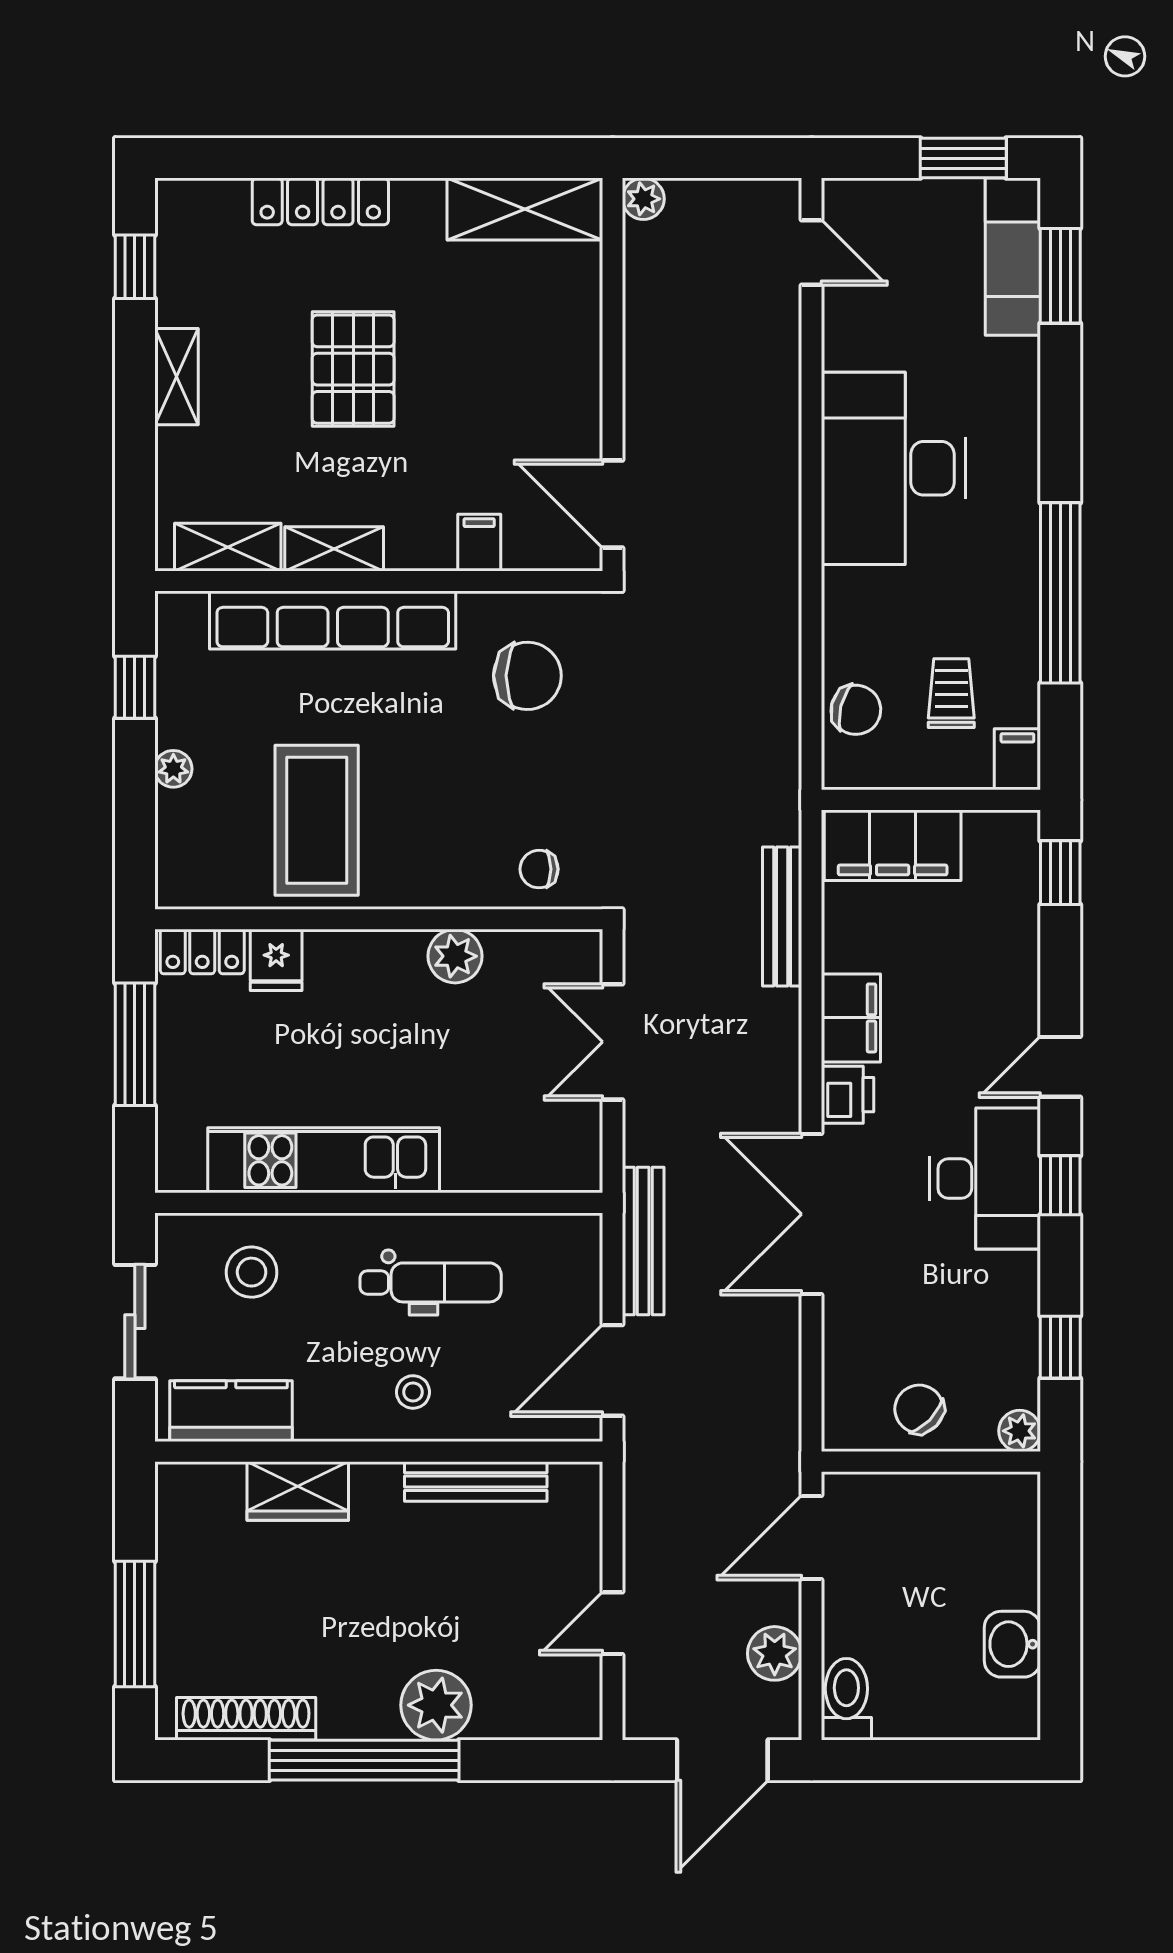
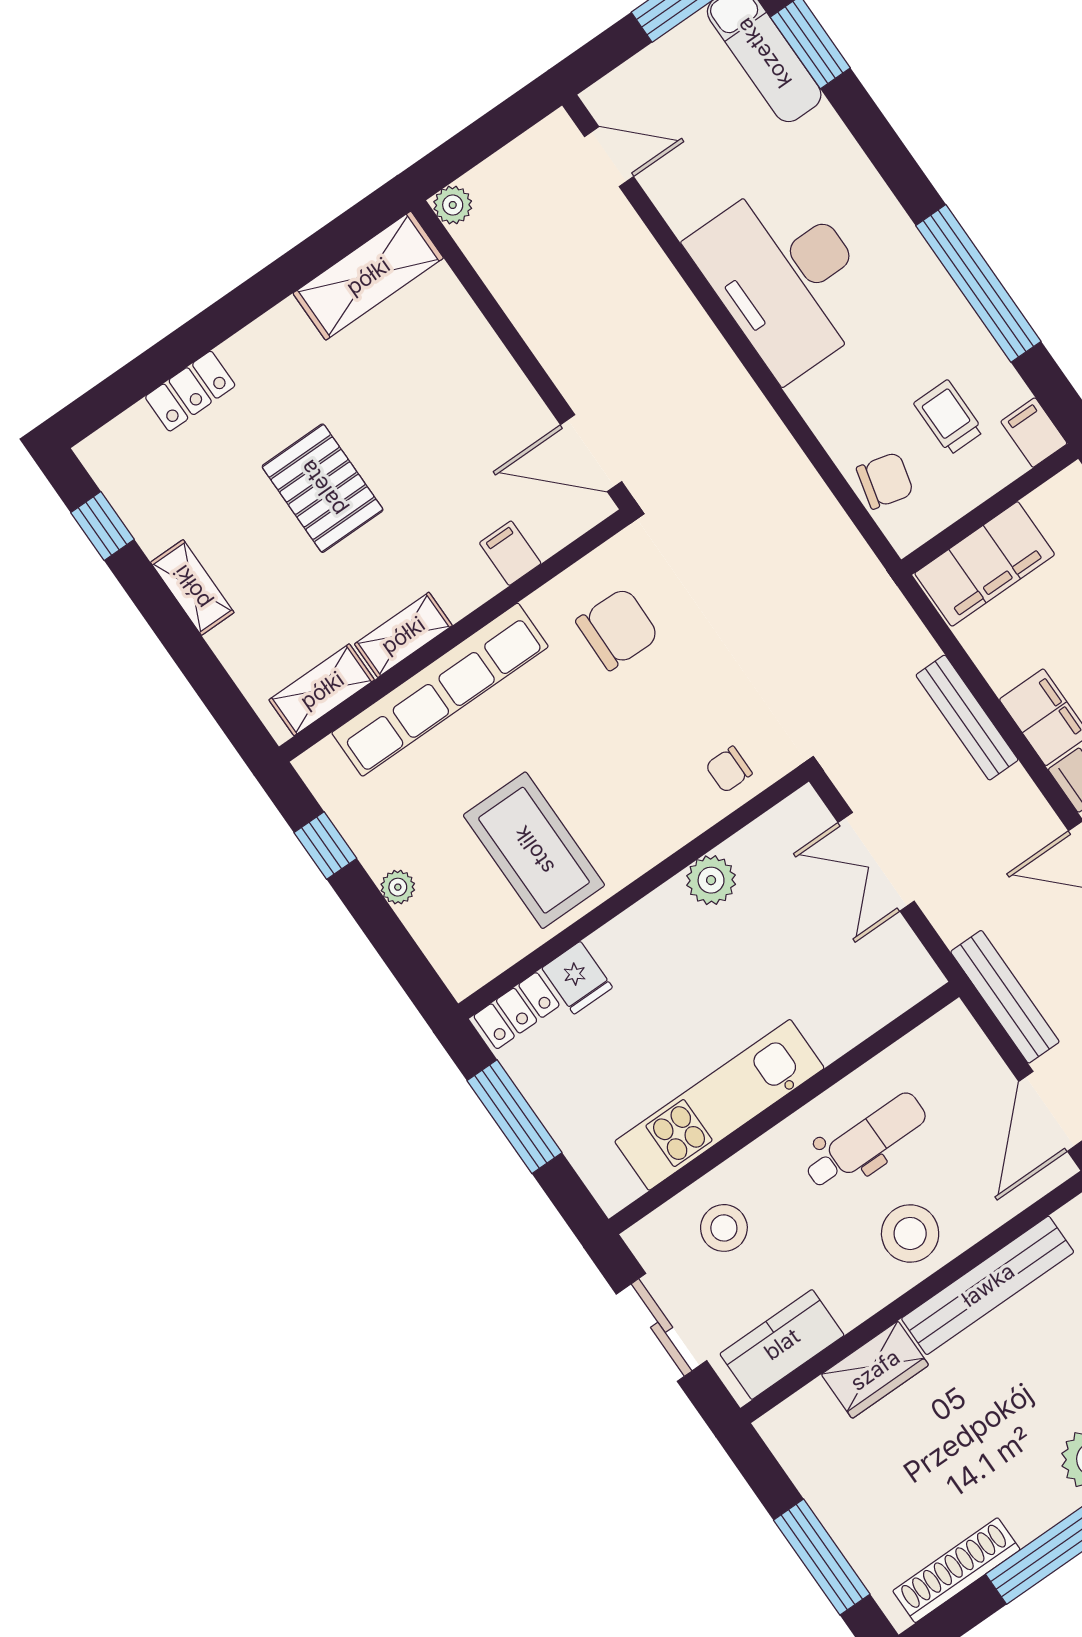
locker: (320, 201) -> (190, 391), width x0.66
bench: (782, 917) -> (967, 718), moved
stool: (413, 1392) -> (910, 1233), width x1.89, depth x1.89
bench: (476, 1482) -> (988, 1285), width x1.37, depth x1.21

